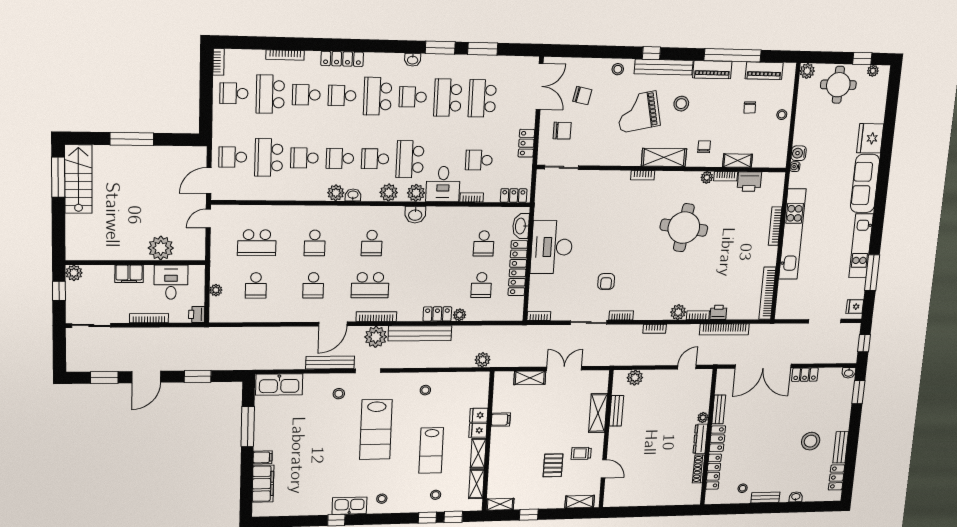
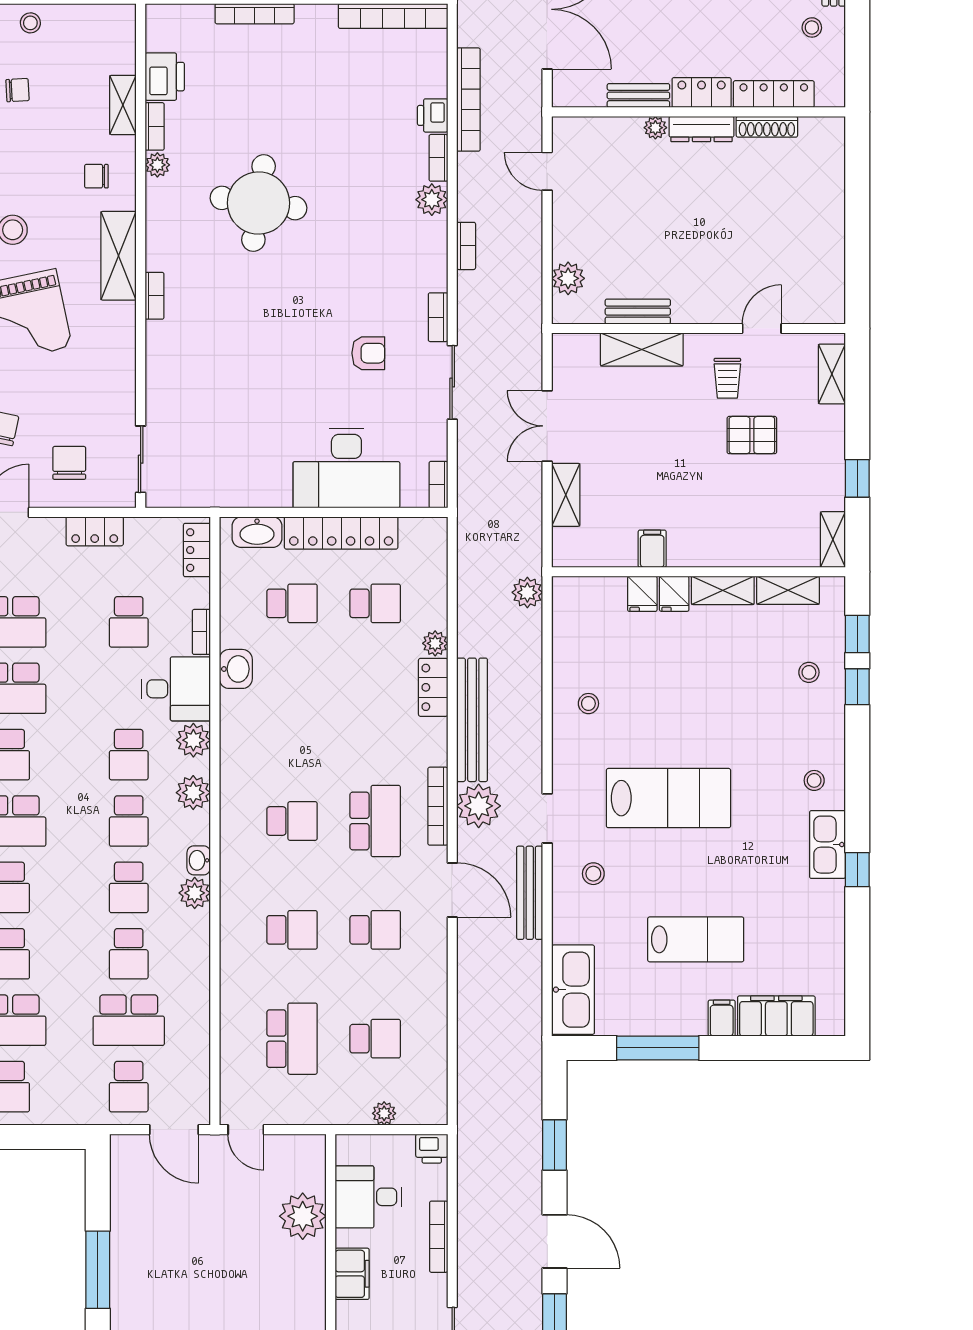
school desk: (410, 159) -> (129, 755), width x0.54
washbasin: (415, 215) -> (236, 669), moved
desk: (552, 247) -> (346, 468), moved
lab bench: (431, 451) -> (696, 939), moved

